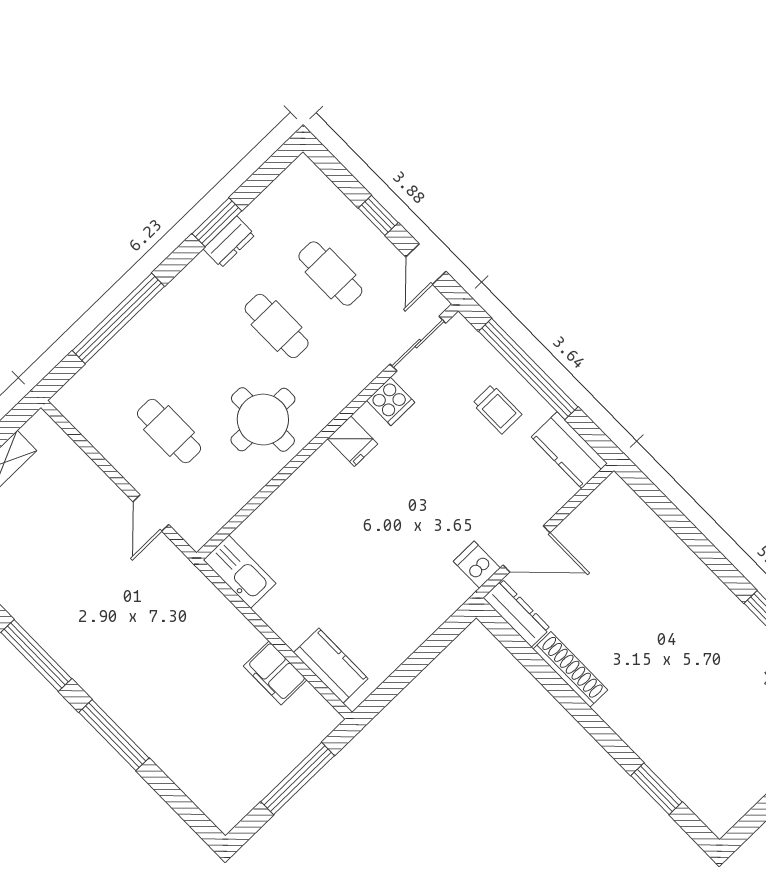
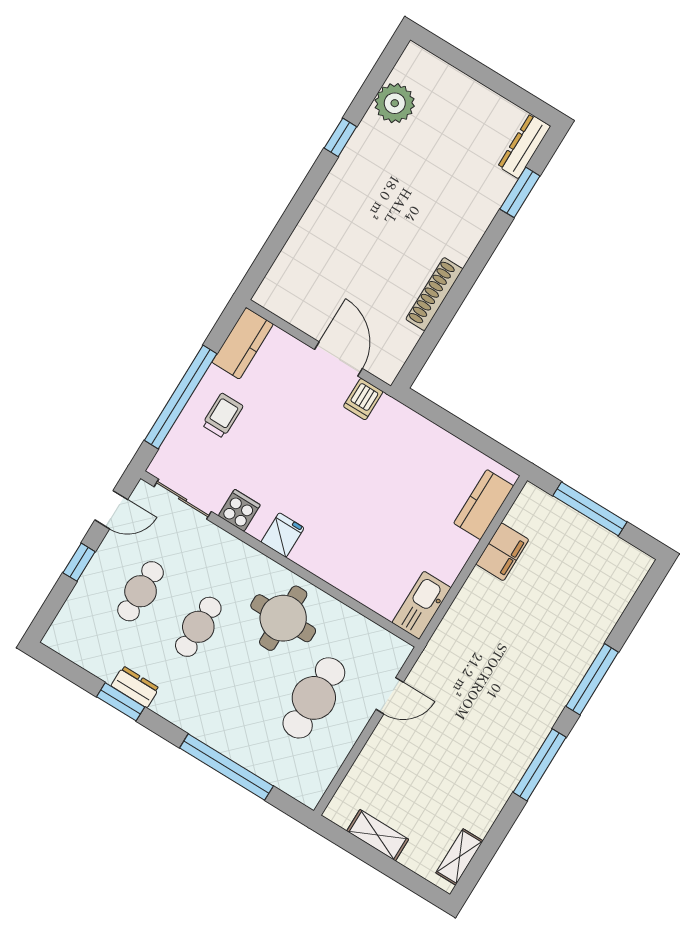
cafe table: (169, 431) -> (314, 698), width x1.37, depth x1.35
dresser: (517, 613) -> (524, 146), moved

